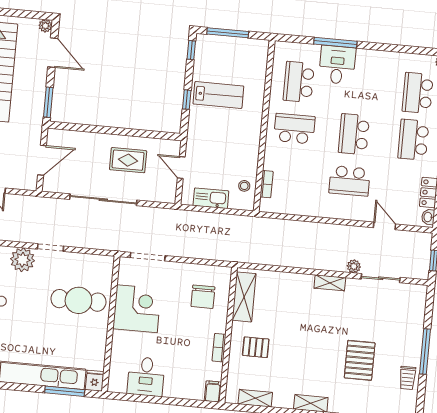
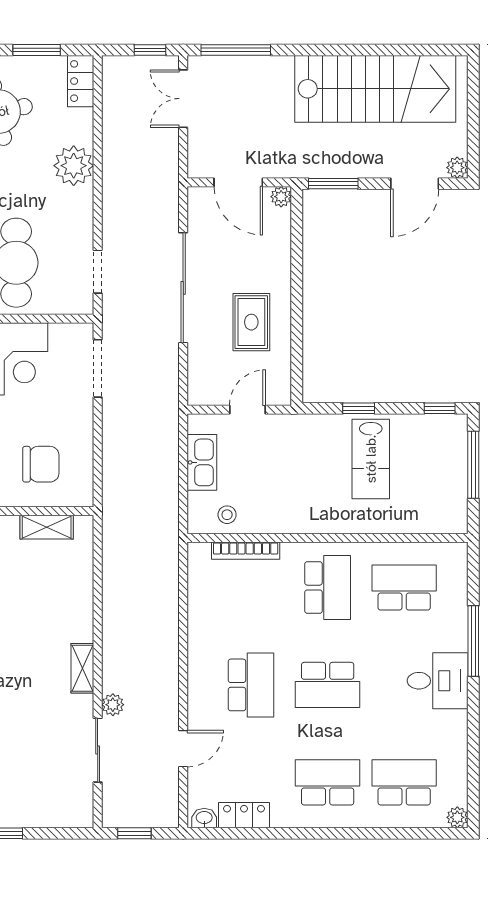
desk: (337, 65) -> (438, 681), moved
school desk: (354, 134) -> (328, 685), turned 180
plant: (53, 135) -> (281, 197), added
school desk: (350, 181) -> (251, 685), turned 180
bookcase: (267, 184) -> (246, 551), width x1.56
doorway: (50, 248) -> (98, 272), moved
chair: (203, 297) -> (41, 464), turned 180
shelving: (244, 297) -> (47, 527), width x0.67, depth x0.75

